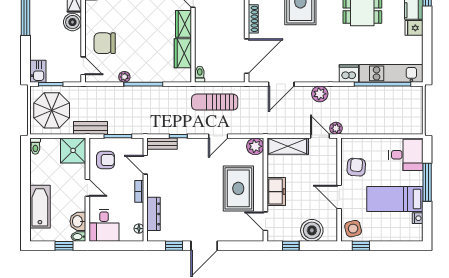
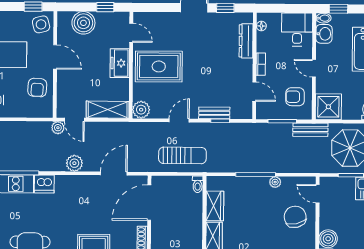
chair: (105, 43) -> (295, 217), turned -103
bench: (162, 144) -> (214, 113), moved
rug: (238, 188) -> (159, 66), turned 90

